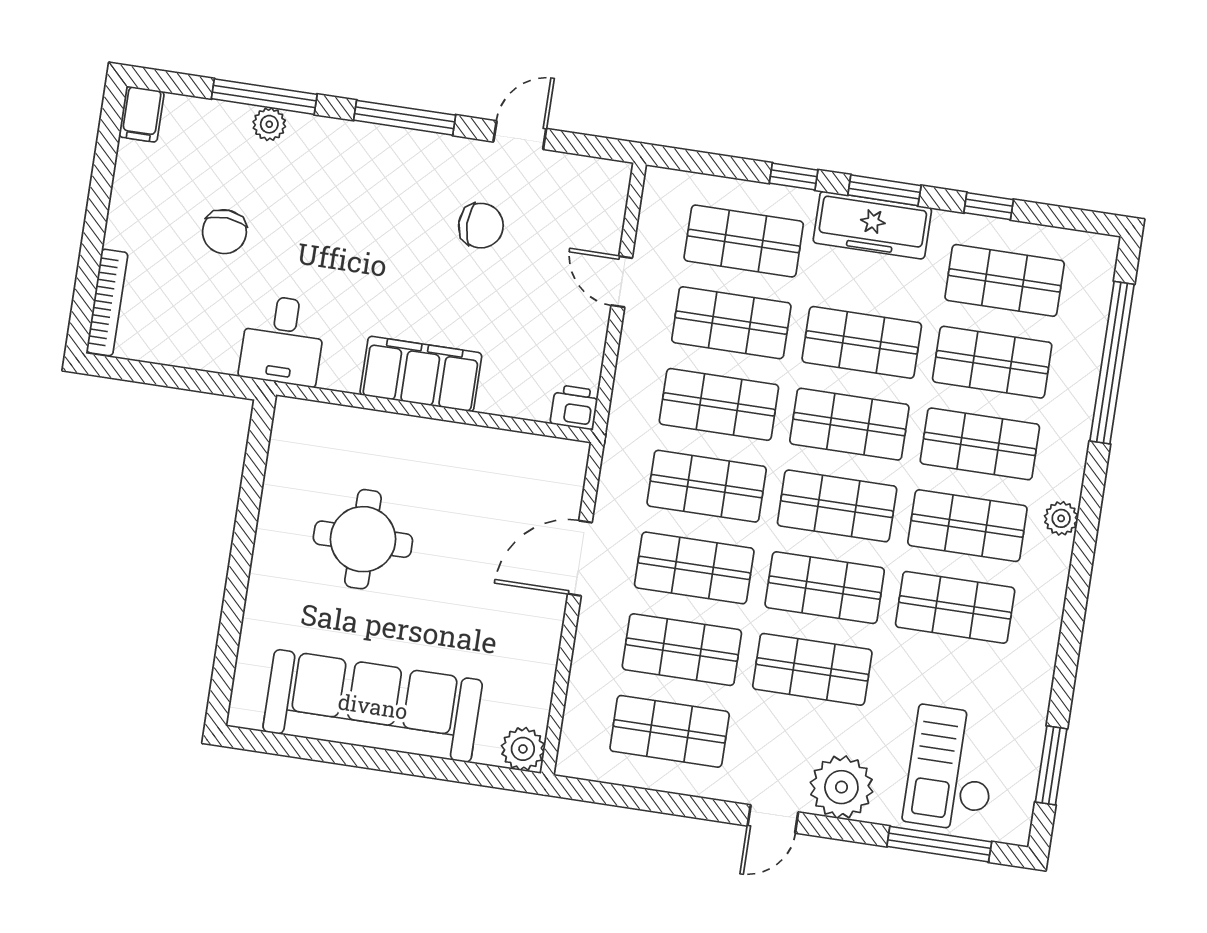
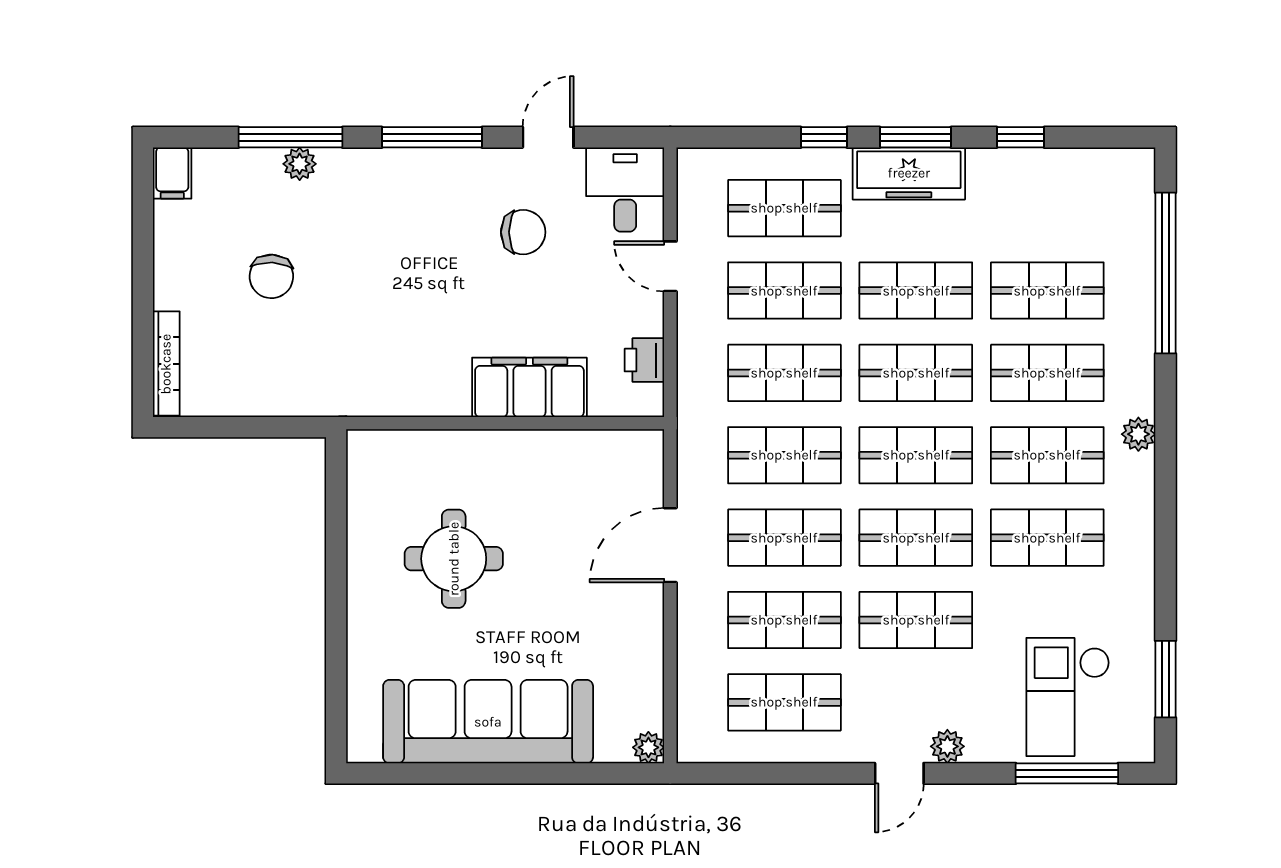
shop shelf: (1005, 280) -> (1047, 208), removed
desk: (283, 340) -> (625, 189), moved, turned 180
filing cabinet: (421, 374) -> (529, 387), moved
printer: (574, 407) -> (644, 360), moved, turned -90
plant: (523, 749) -> (648, 747), width x0.73, depth x0.73
plant: (841, 787) -> (947, 746), width x0.53, depth x0.53

